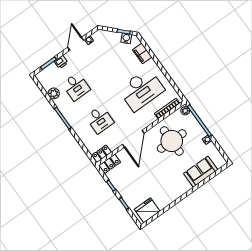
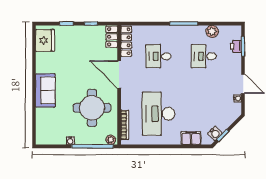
printer: (61, 62) -> (236, 46), moved
locker: (102, 154) -> (126, 41), width x1.53
sofa: (201, 172) -> (45, 90), moved

